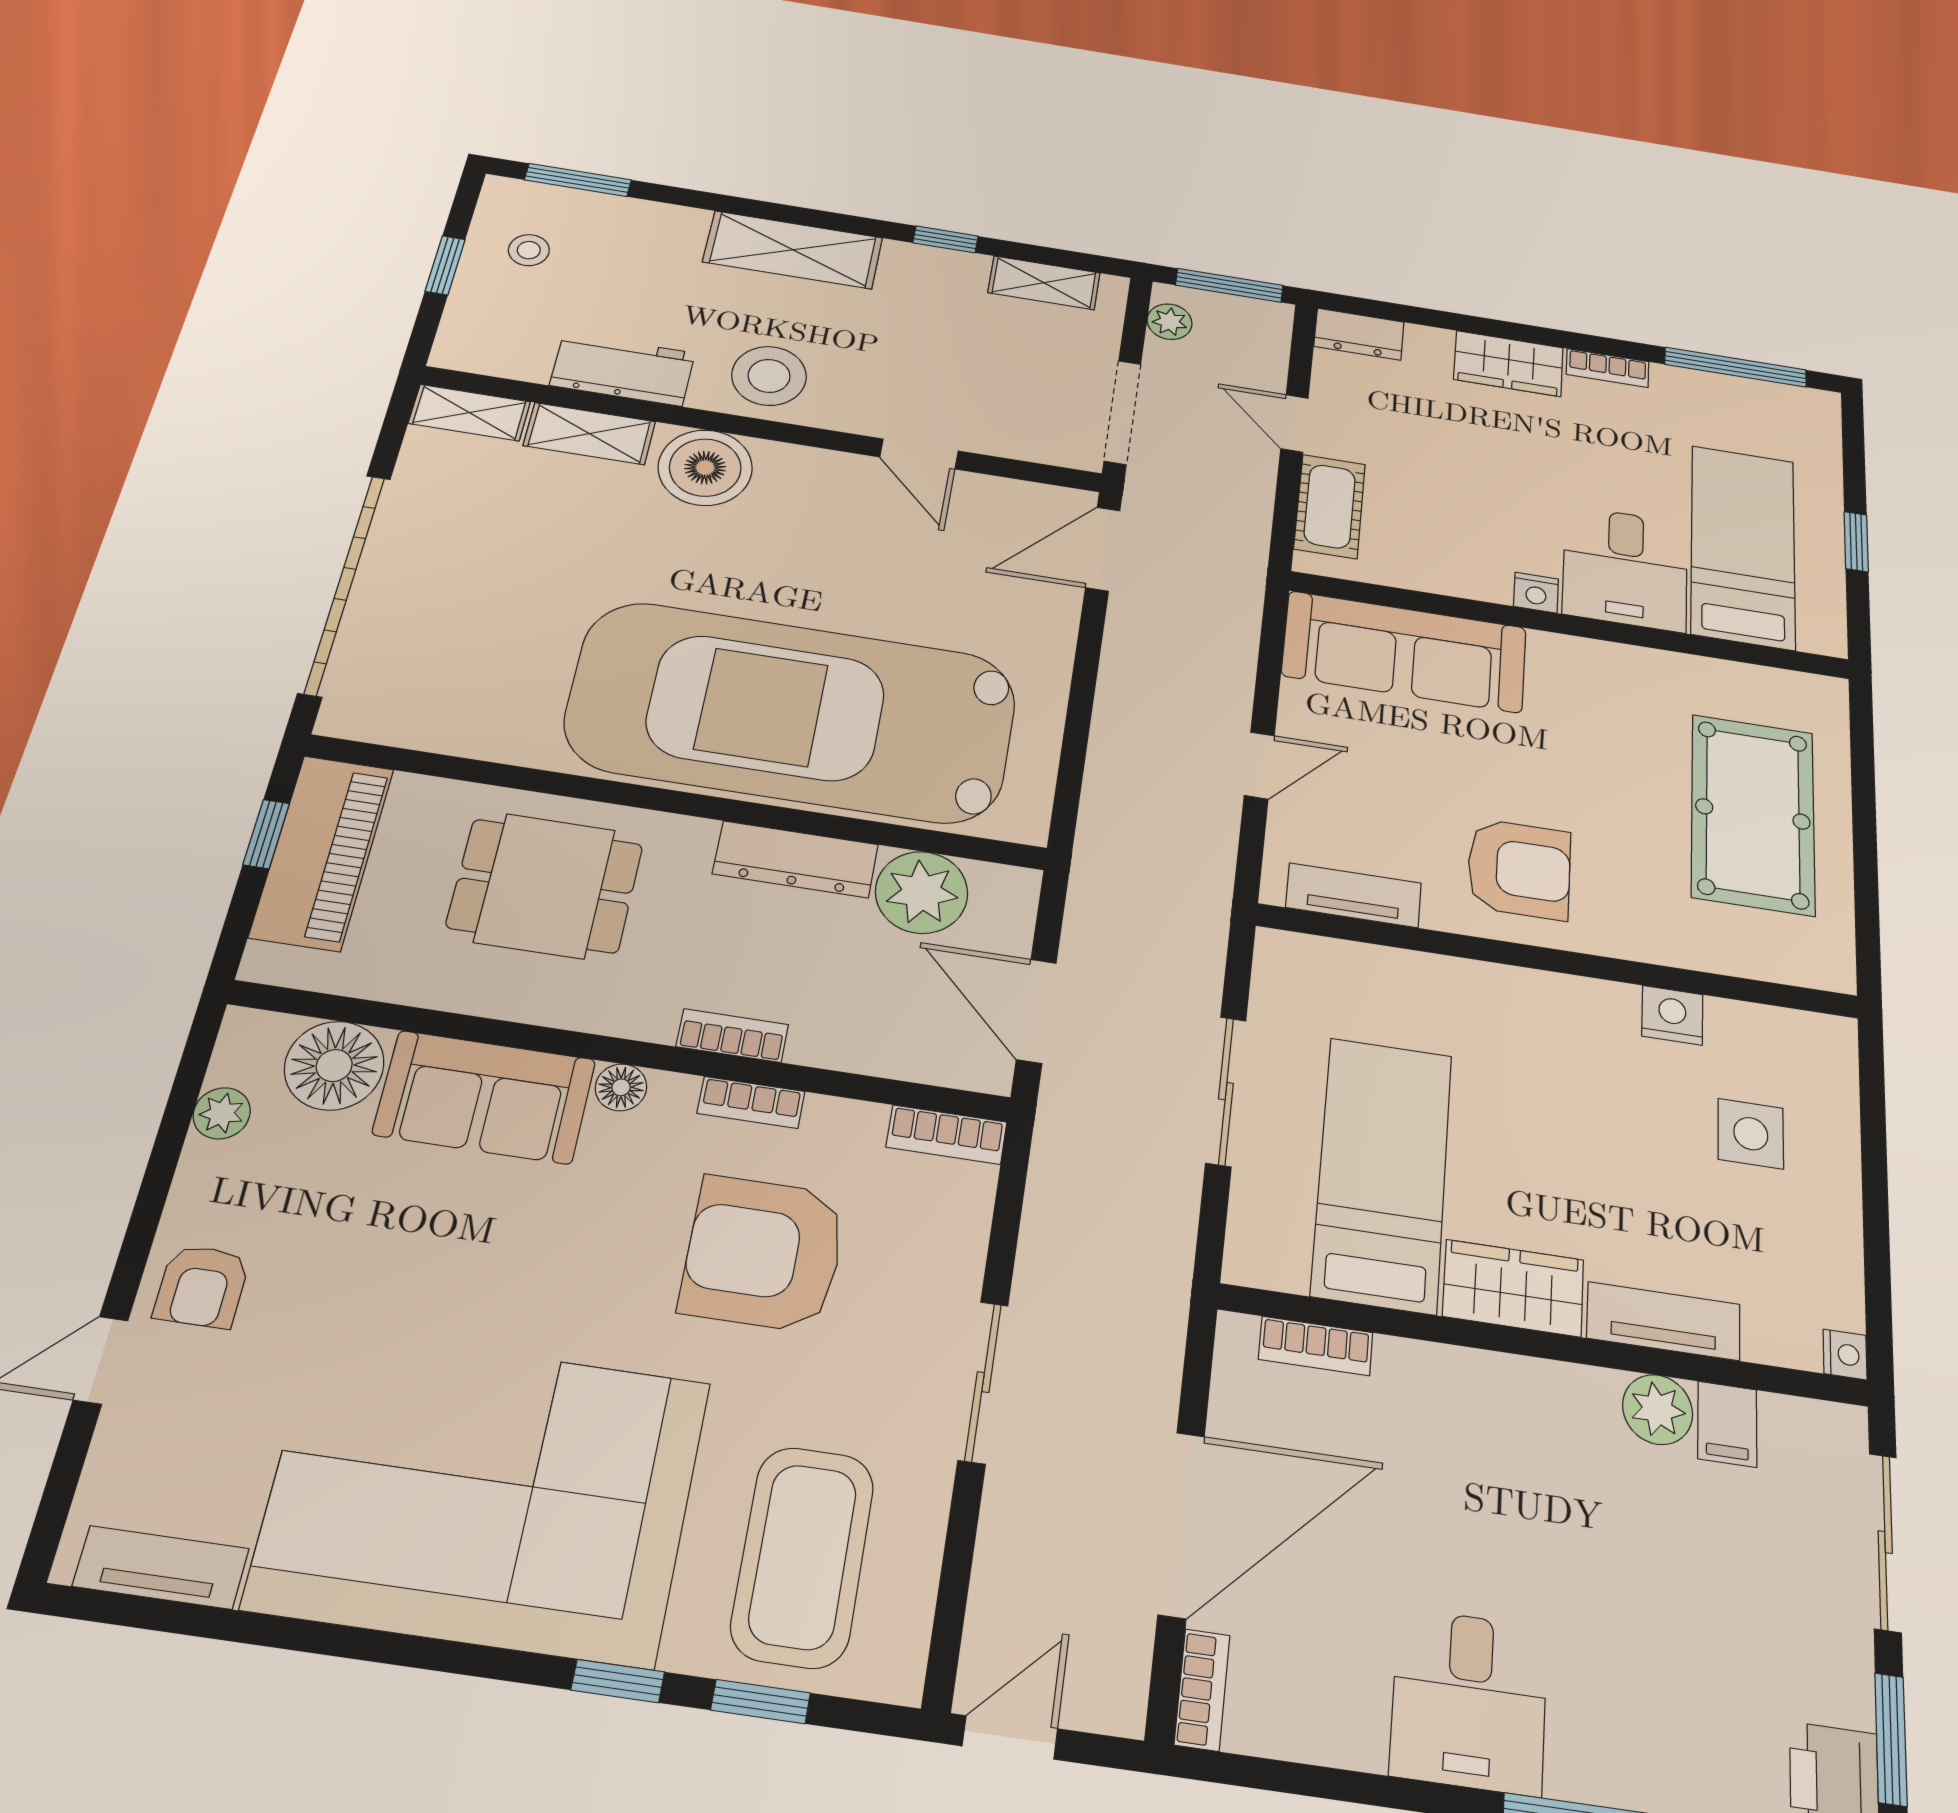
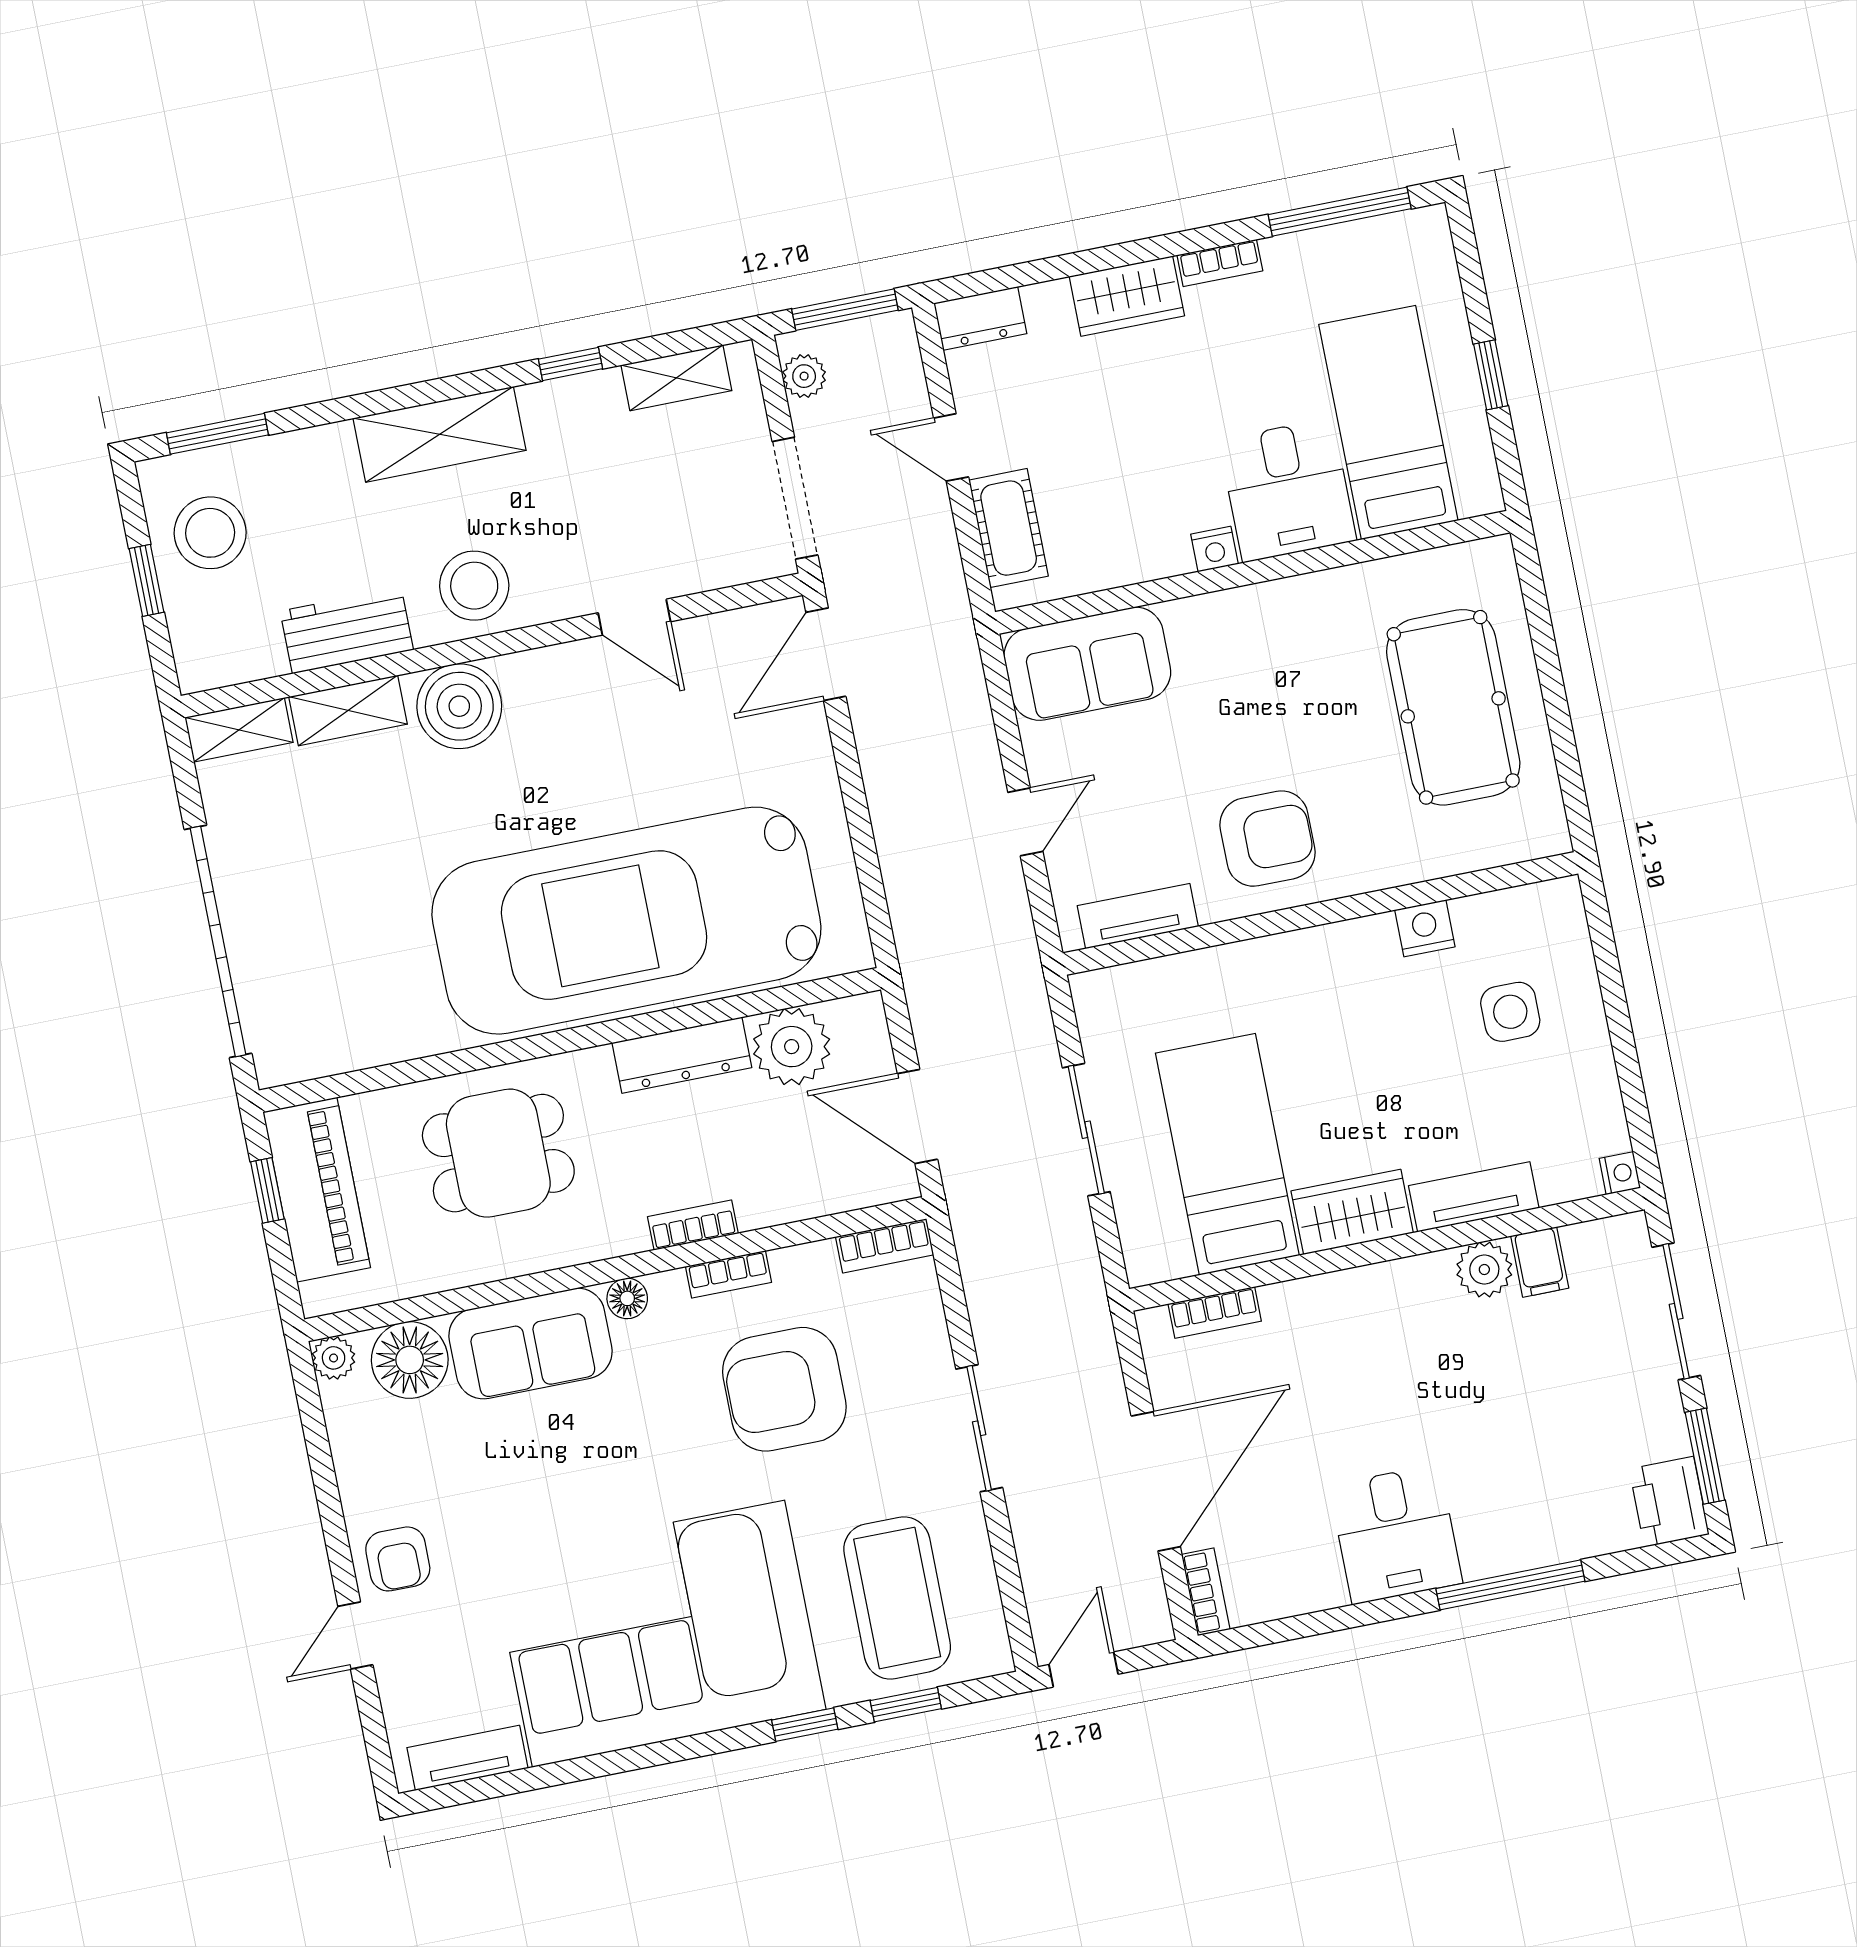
stool: (529, 250) -> (210, 533), width x1.89, depth x1.89
sofa: (1405, 652) -> (1087, 664), width x0.73
plant: (222, 1113) -> (334, 1358), moved

